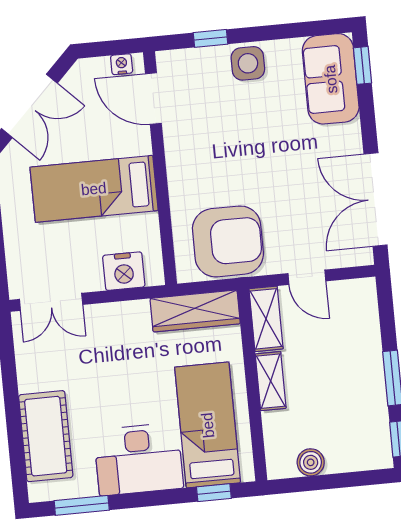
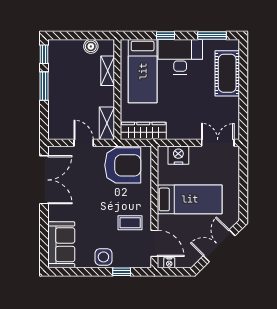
window: (363, 65) -> (44, 250), removed
coffee table: (203, 133) -> (130, 223), added
armchair: (228, 241) -> (123, 165), turned 180
shelving: (271, 381) -> (108, 71), moved
window: (214, 493) -> (166, 35), moved

